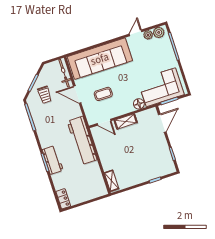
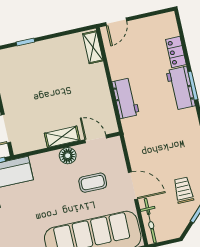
floor lamp: (139, 104) -> (68, 156), moved
workbench: (82, 140) -> (126, 98), width x0.53, depth x0.76
locker: (63, 199) -> (176, 52), moved
door: (98, 199) -> (116, 22), added

